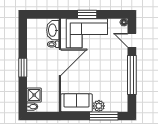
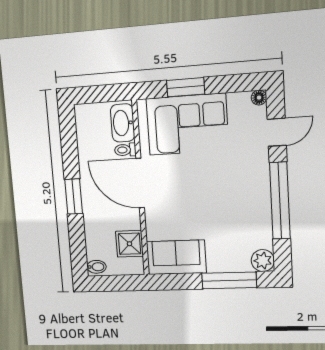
door: (132, 40) -> (277, 132), swing flipped
door: (60, 62) -> (140, 183), swing flipped
shower: (34, 95) -> (130, 244), moved
plant: (99, 106) -> (263, 261), moved

